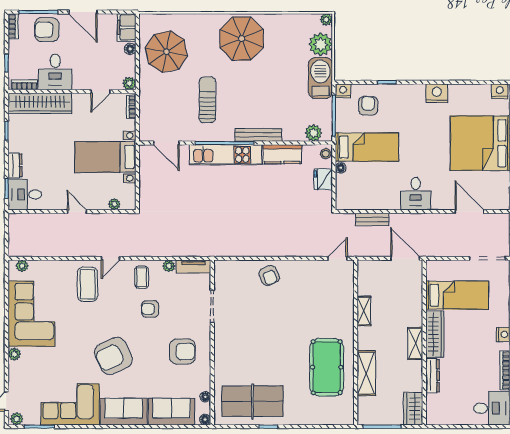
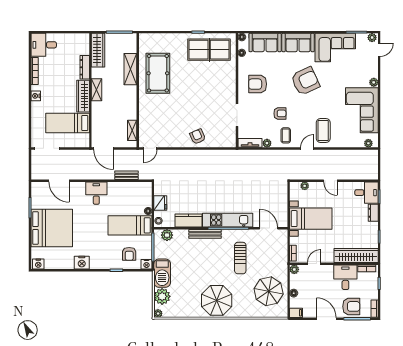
filing cabinet: (127, 27) -> (296, 313), width x0.50
shelving: (364, 311) -> (132, 130), moved
wardrobe: (413, 409) -> (98, 50), width x1.50

